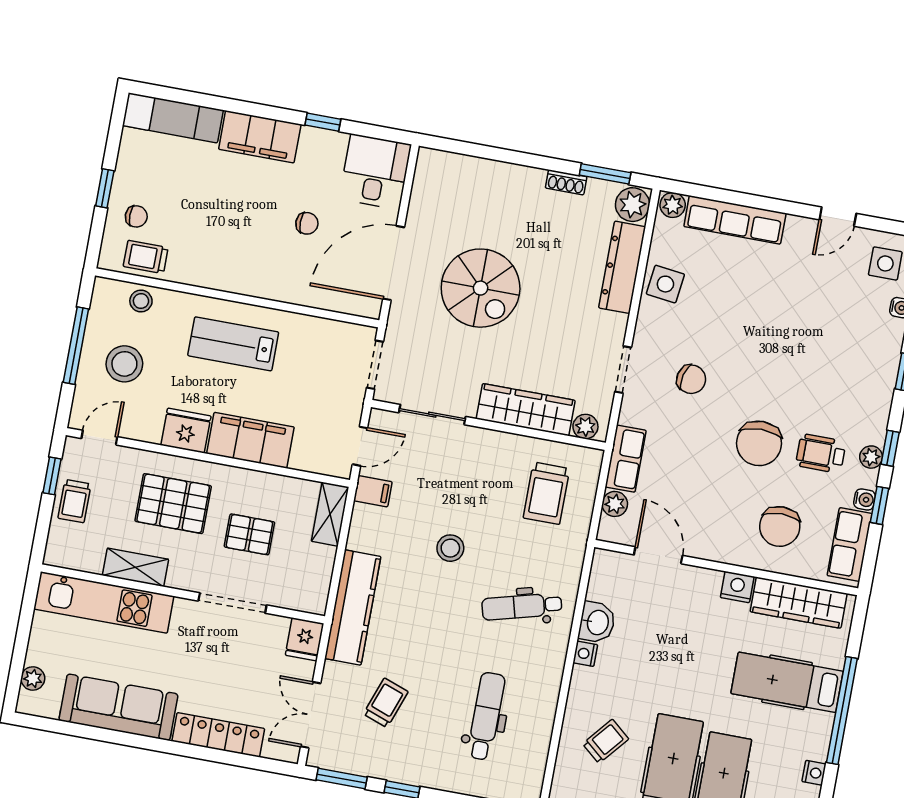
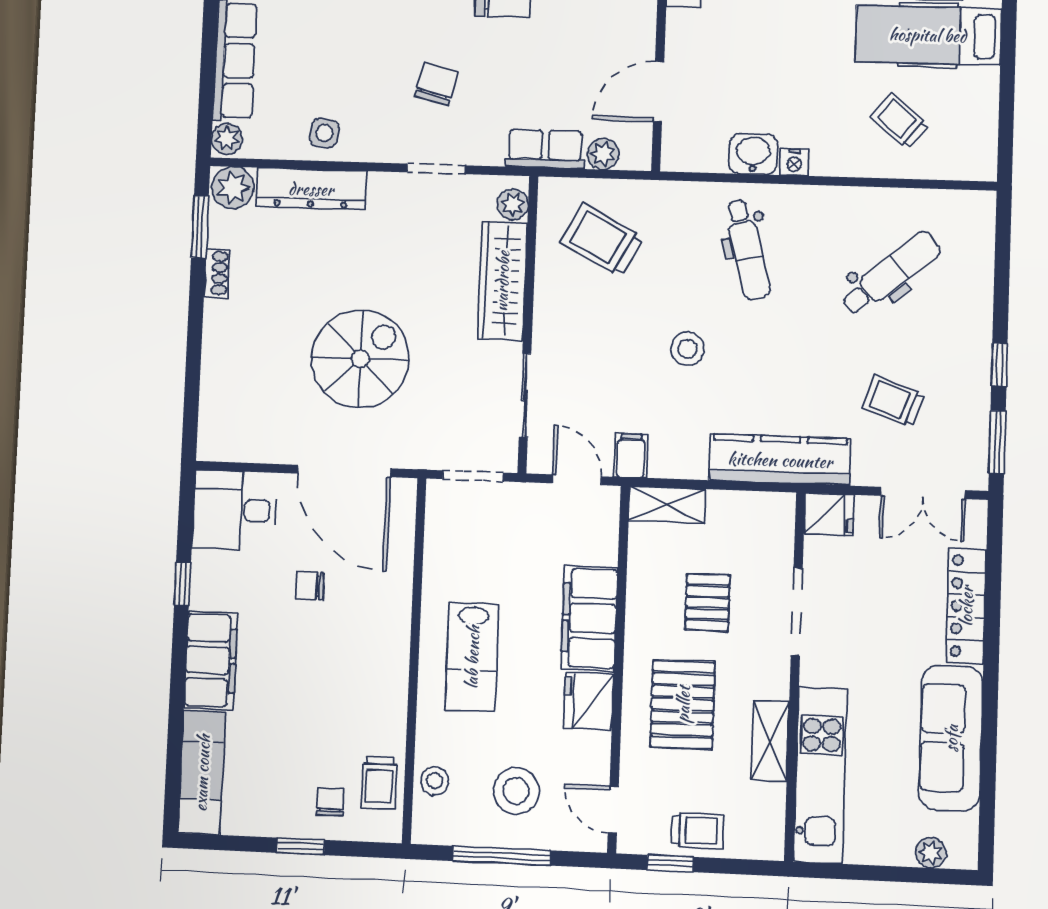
chair: (307, 223) -> (310, 586), turned -90
side table: (665, 284) -> (324, 133), width x0.73, depth x0.73
trolley: (546, 493) -> (602, 240), turned -152
dental chair: (486, 716) -> (891, 273), turned 140

